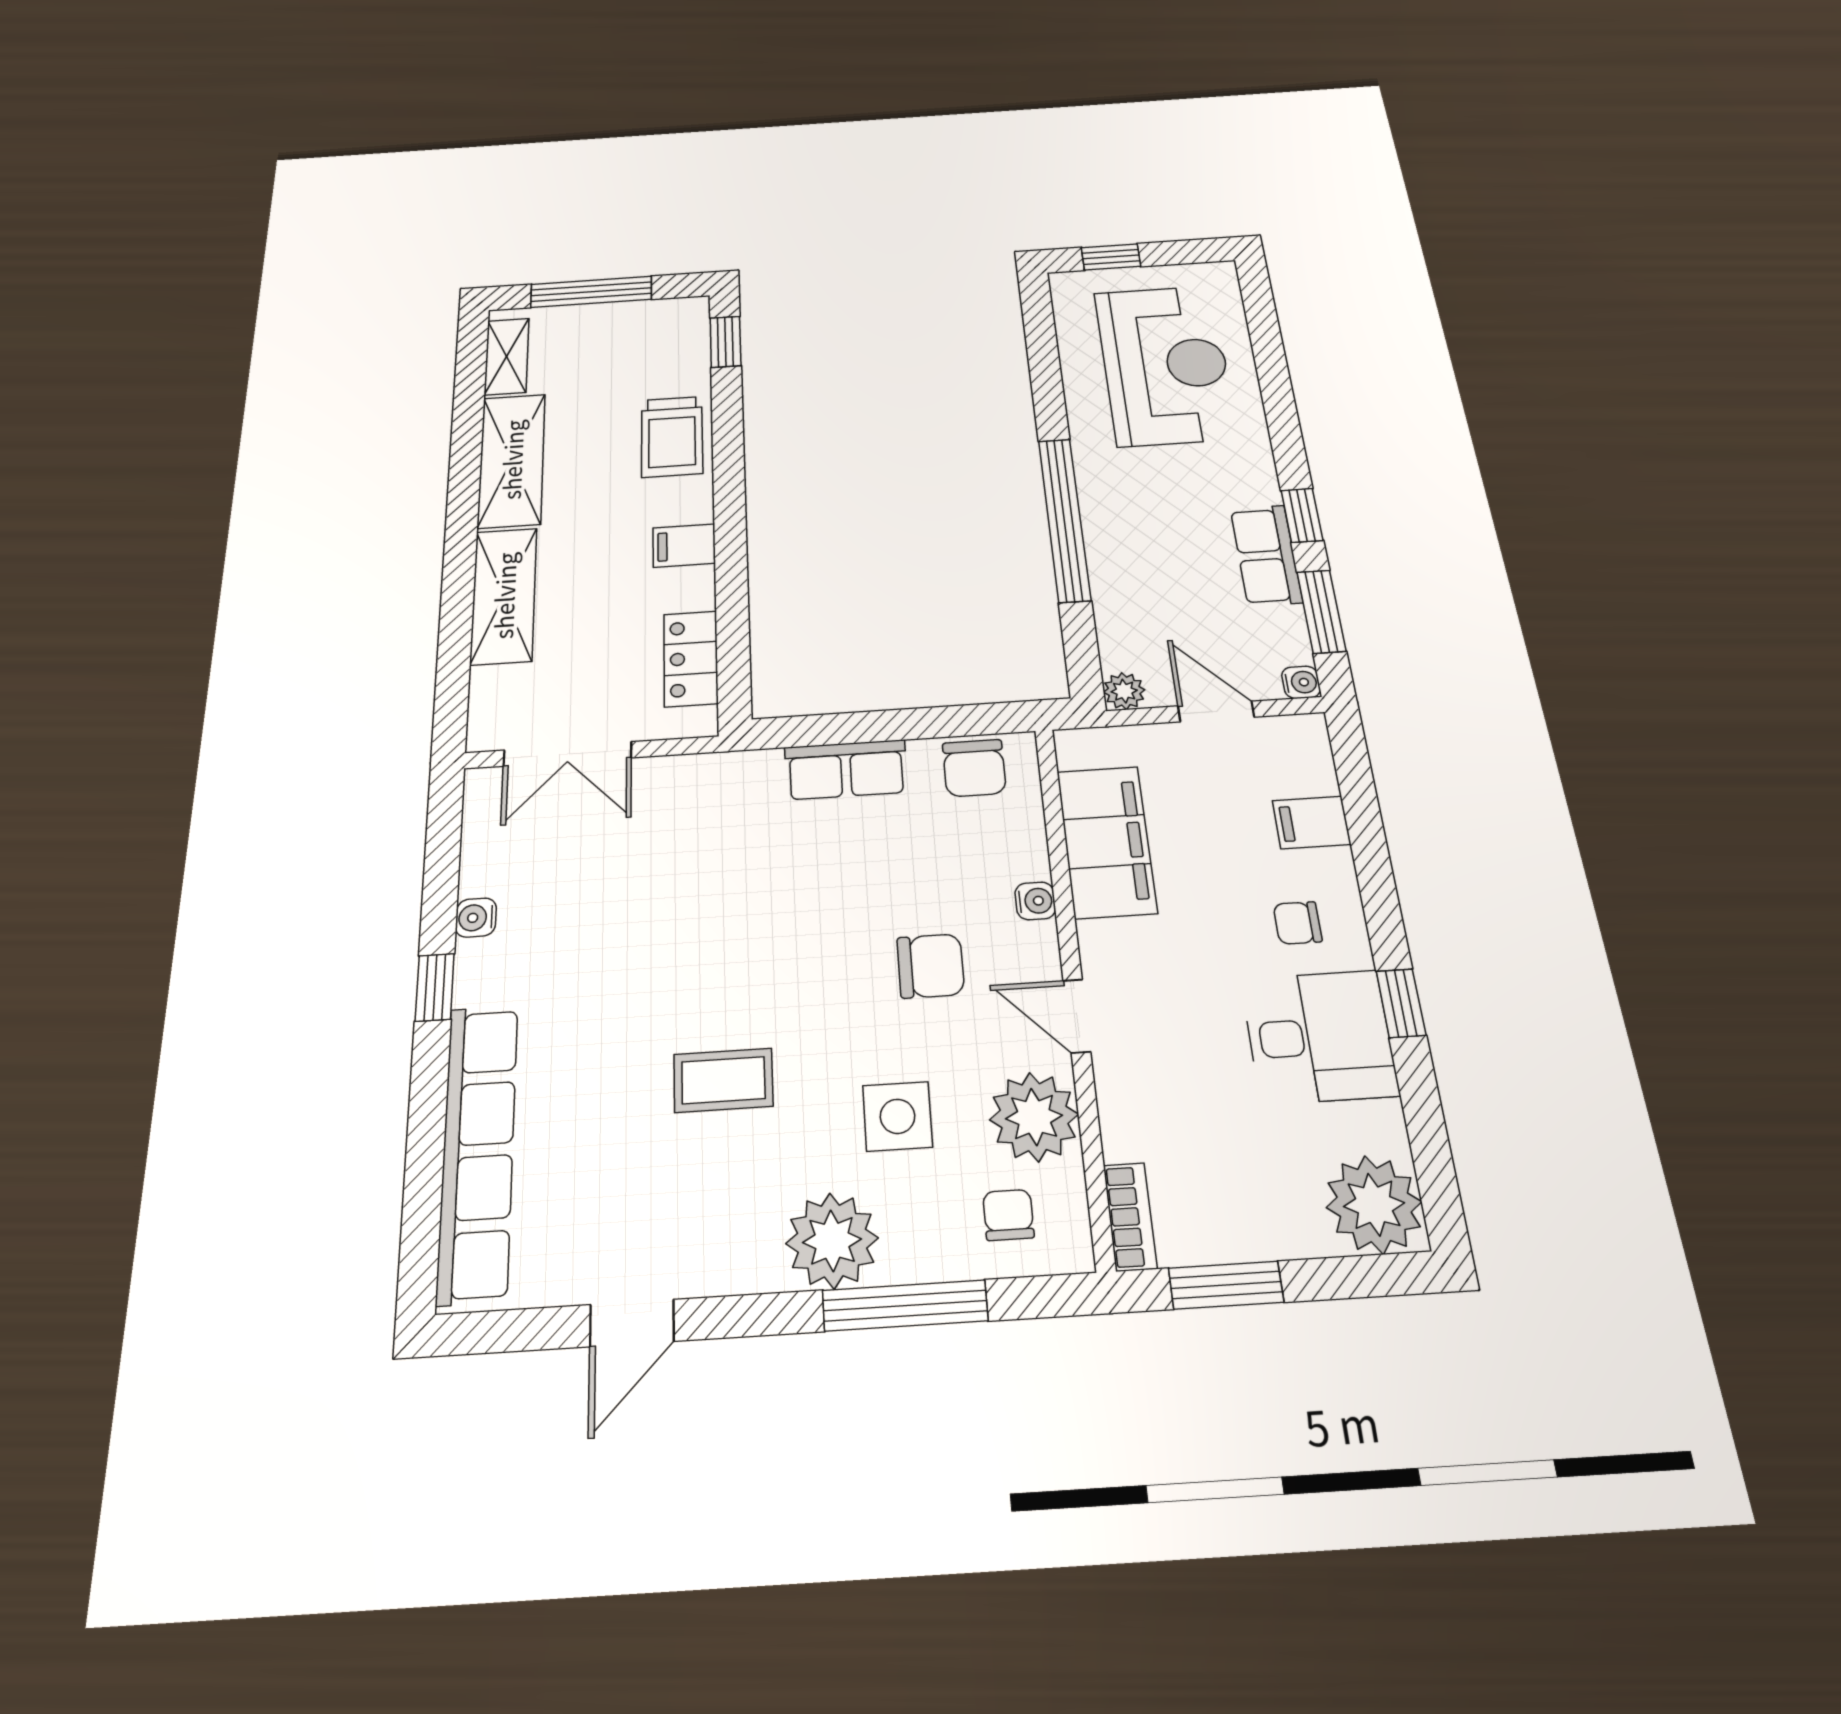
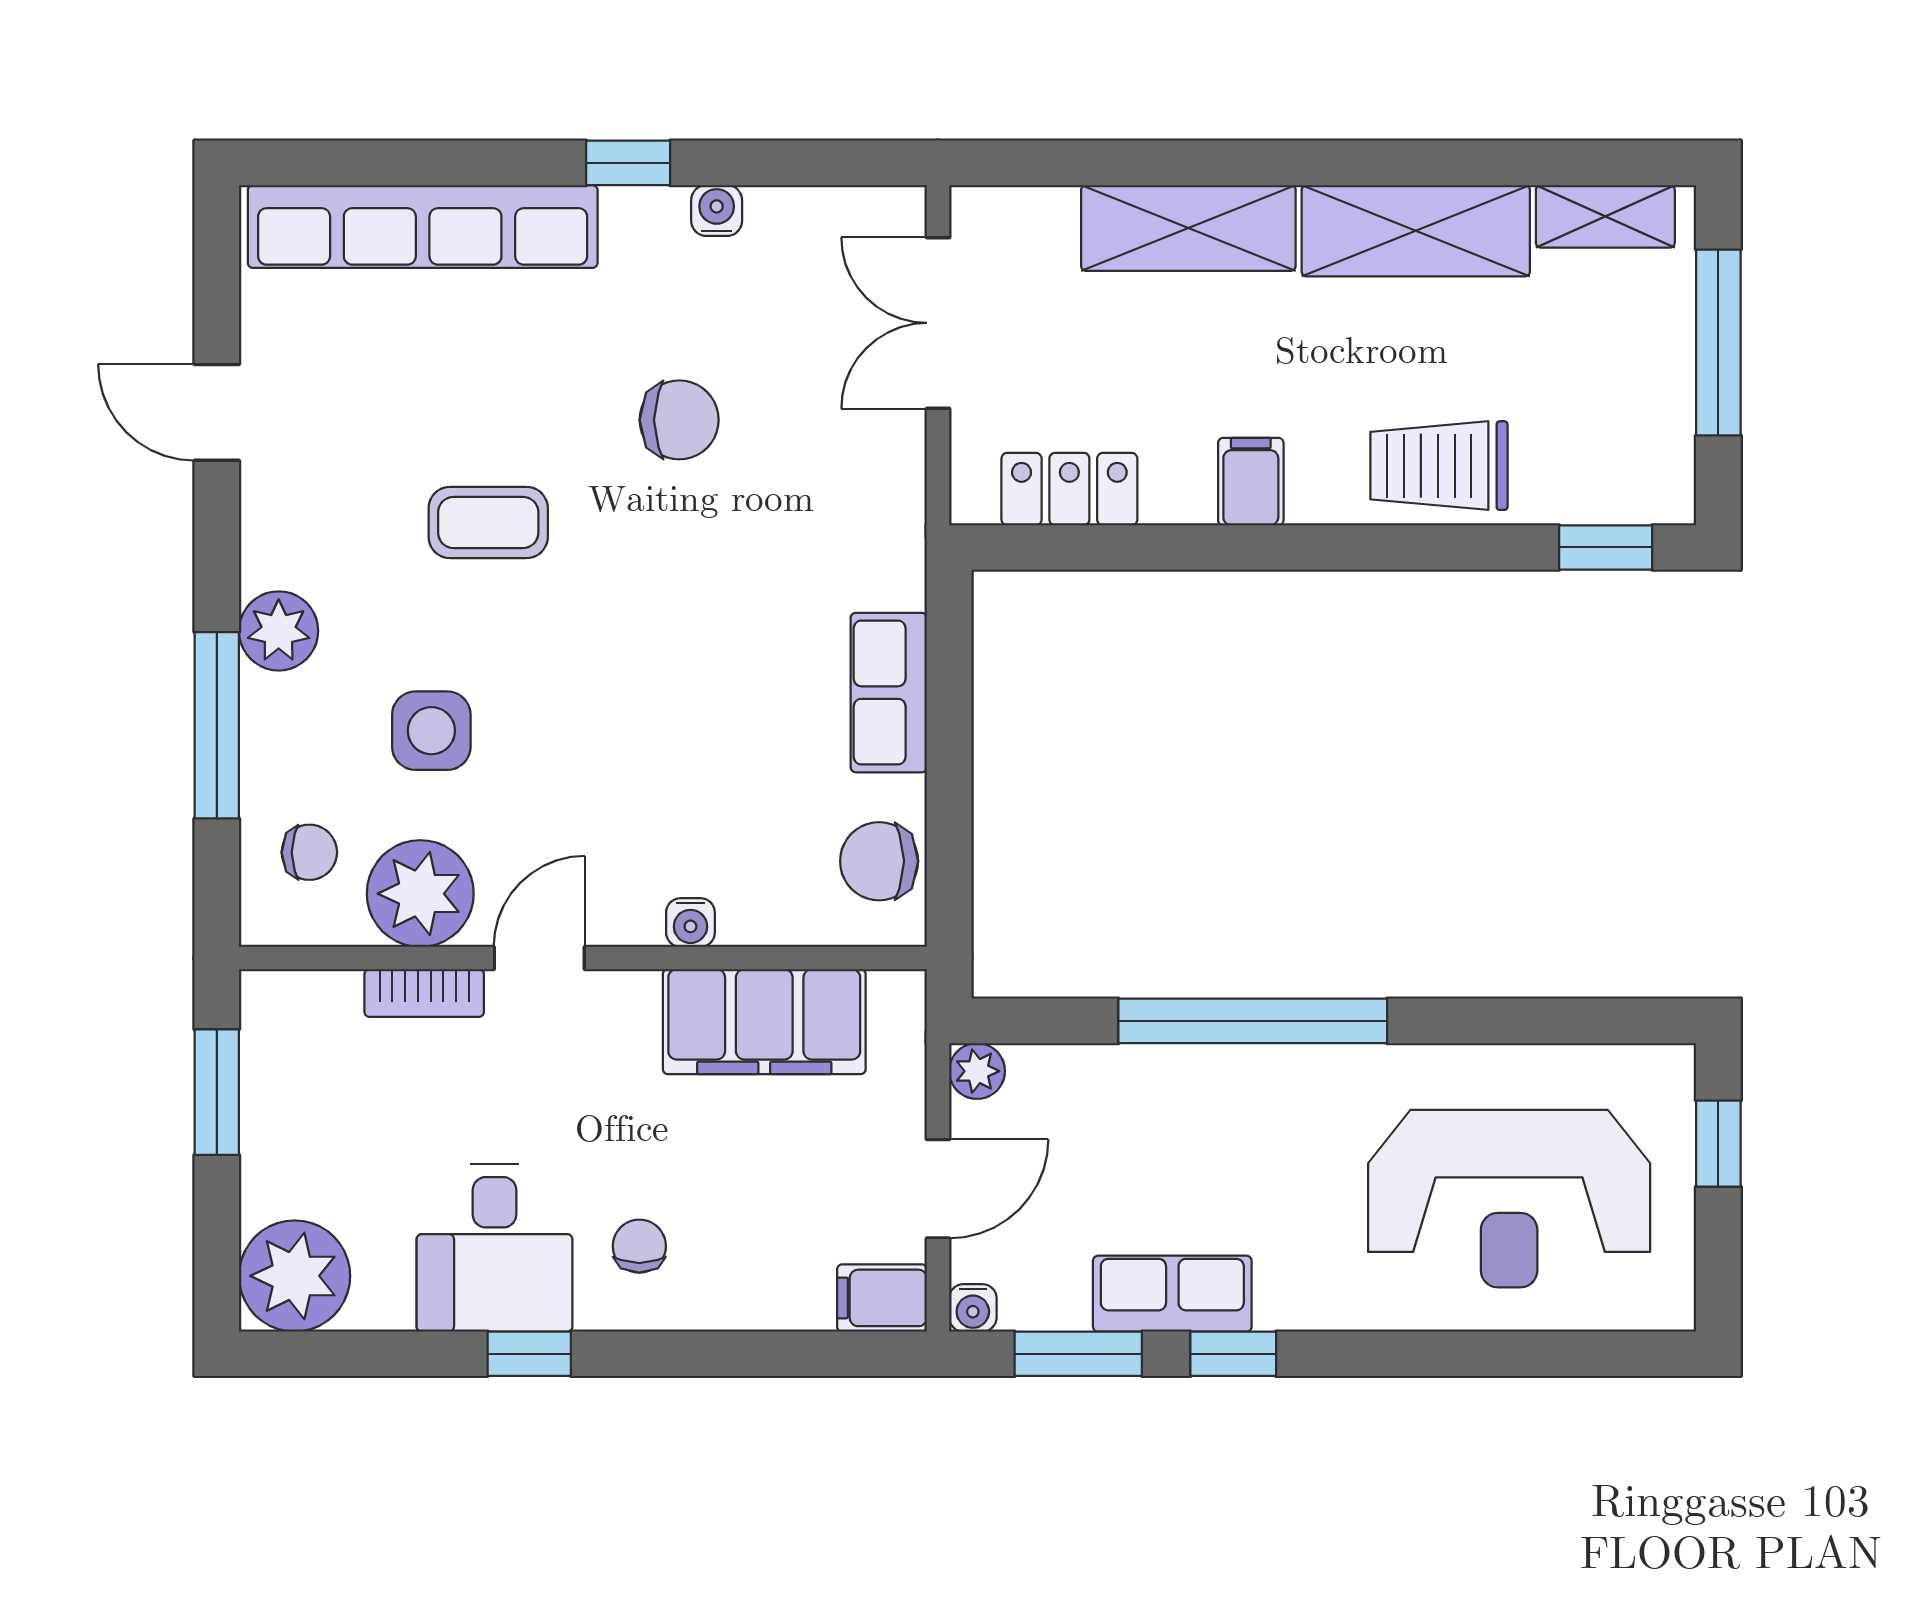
filing cabinet: (1311, 822) -> (882, 1298), moved, turned -90
chair: (931, 966) -> (679, 420), moved, turned -90
coffee table: (723, 1080) -> (488, 522), turned 90
bookcase: (1130, 1217) -> (424, 993), moved
plant: (832, 1241) -> (279, 631), width x0.73, depth x0.73

